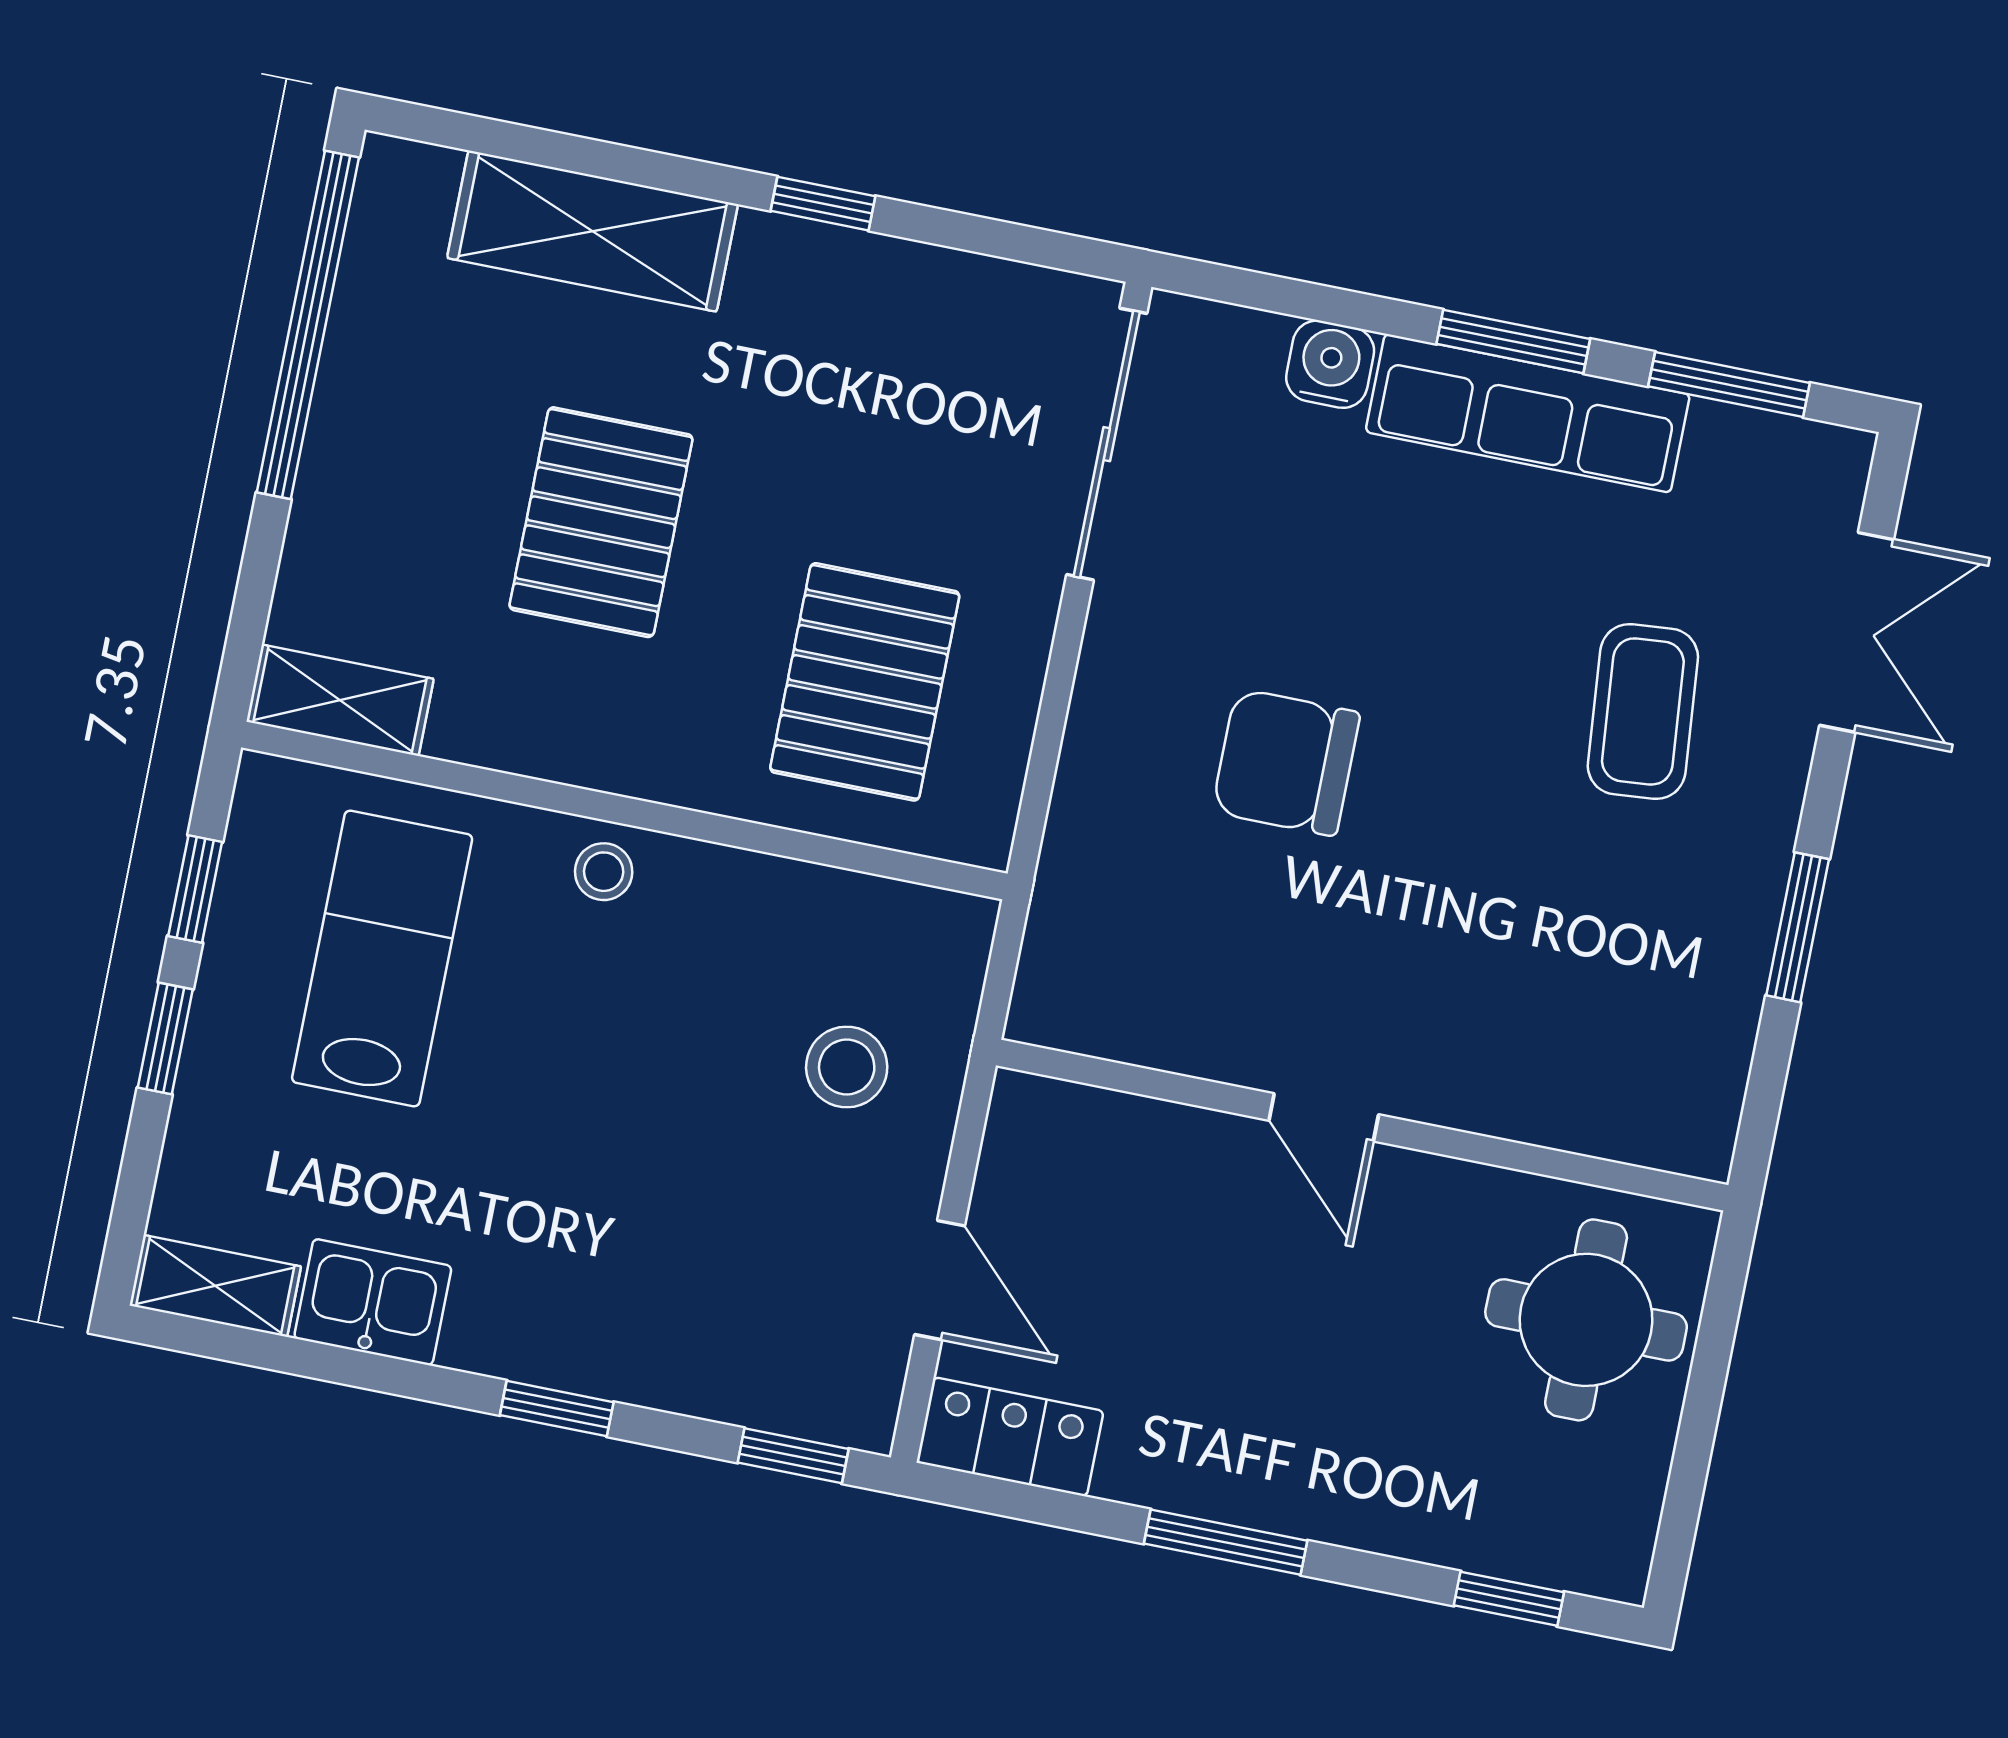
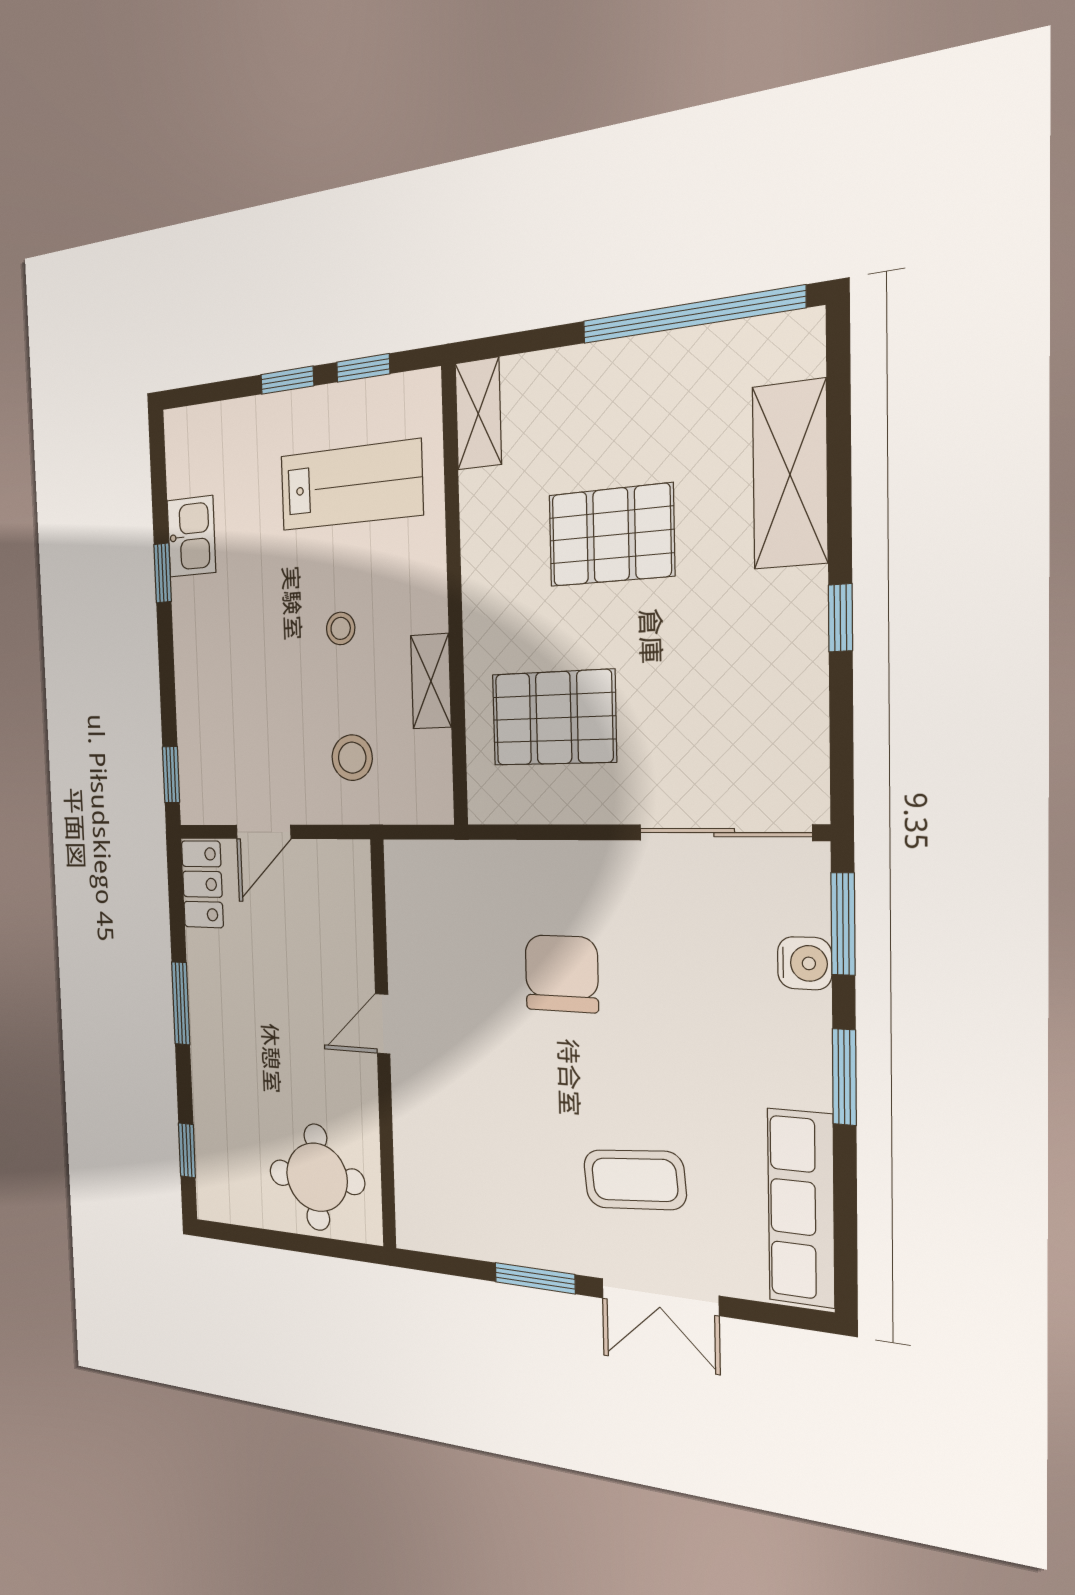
window: (1729, 385) -> (843, 924), moved
row of seats: (1528, 413) -> (801, 1208), moved
double door: (1857, 632) -> (660, 1297), moved
stool: (604, 872) -> (341, 628), moved
shelving: (215, 1286) -> (431, 681), moved
window: (557, 1409) -> (163, 573), moved

